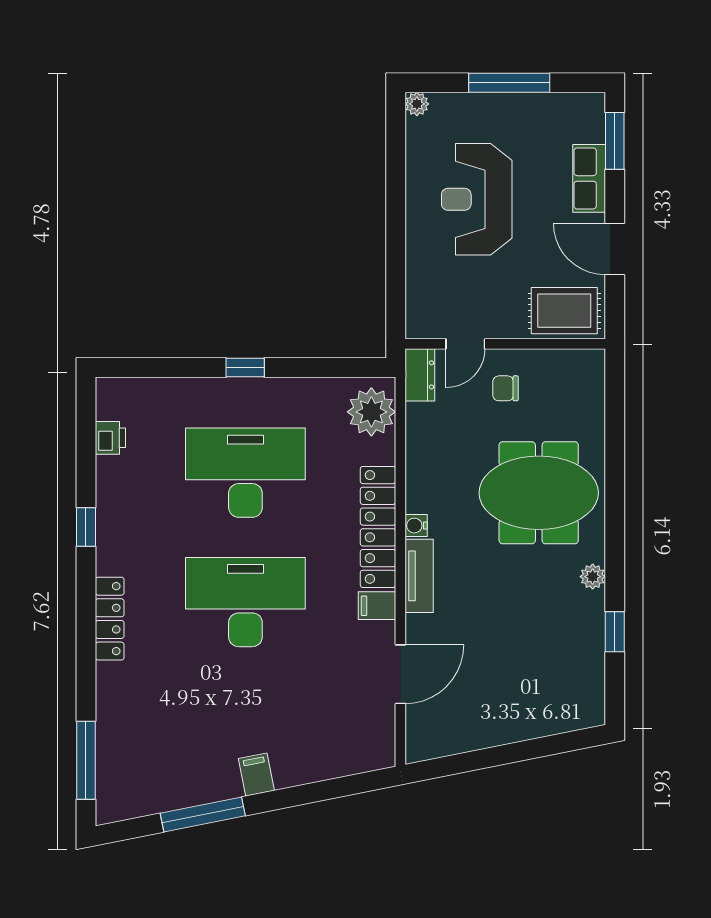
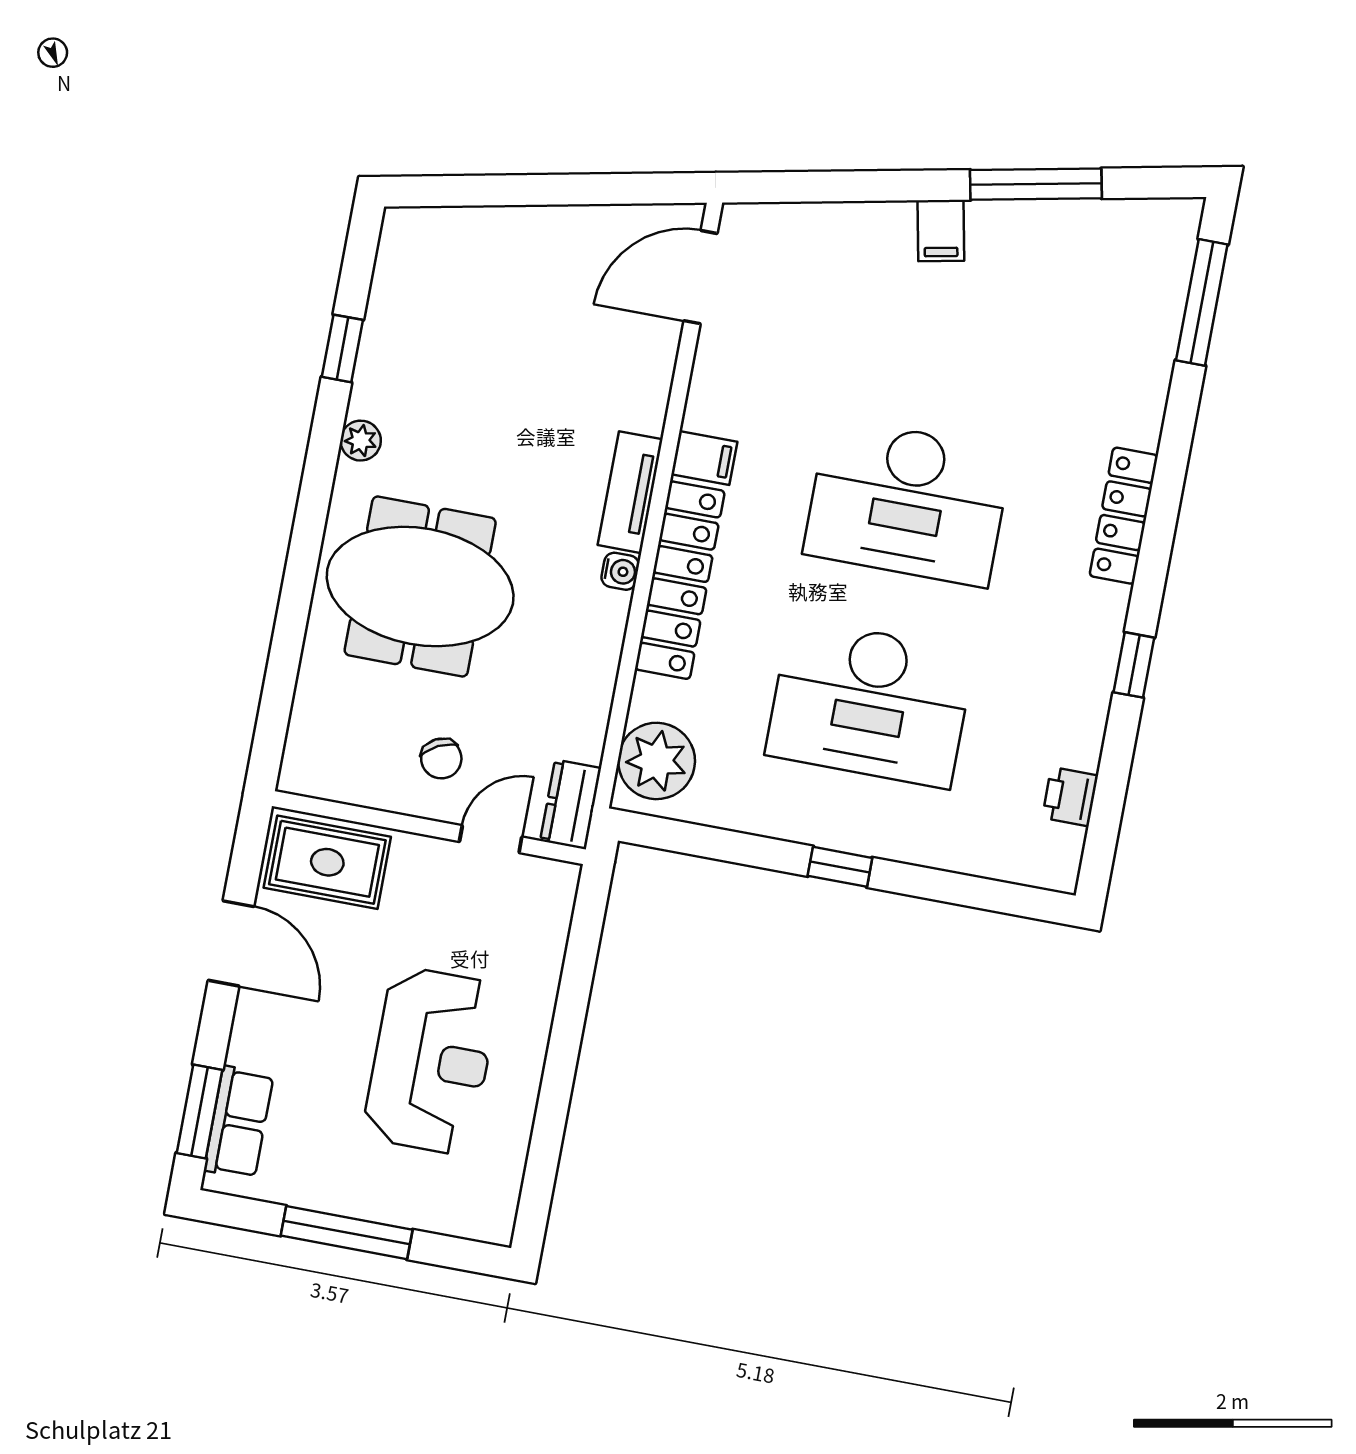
plant: (417, 104) -> (496, 1226), removed
row of seats: (589, 178) -> (239, 1122), moved
chair: (506, 388) -> (441, 759), turned 63
door: (400, 674) -> (701, 277), moved

